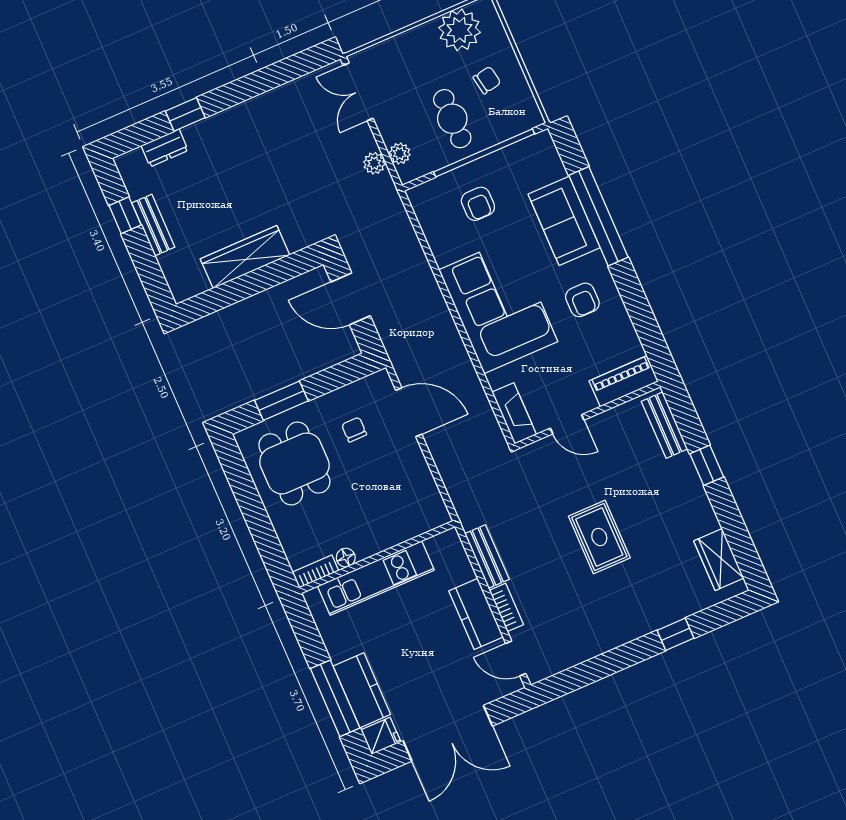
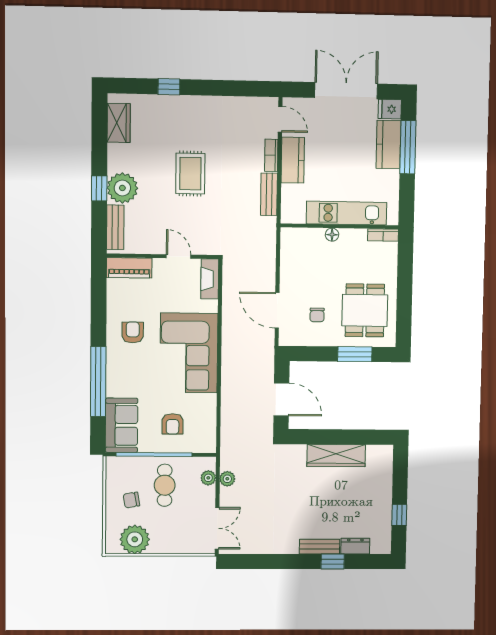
armchair: (478, 204) -> (173, 424), turned 180
sofa: (564, 221) -> (122, 425), moved
bench: (153, 225) -> (319, 547), moved, turned 90
plant: (678, 479) -> (122, 188), added
floor lamp: (346, 558) -> (332, 235), moved

